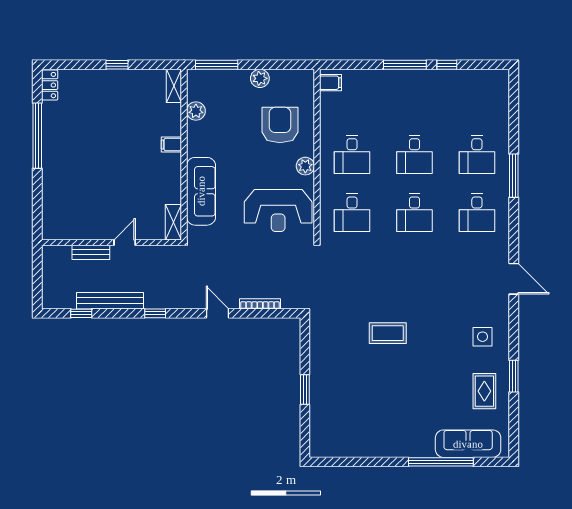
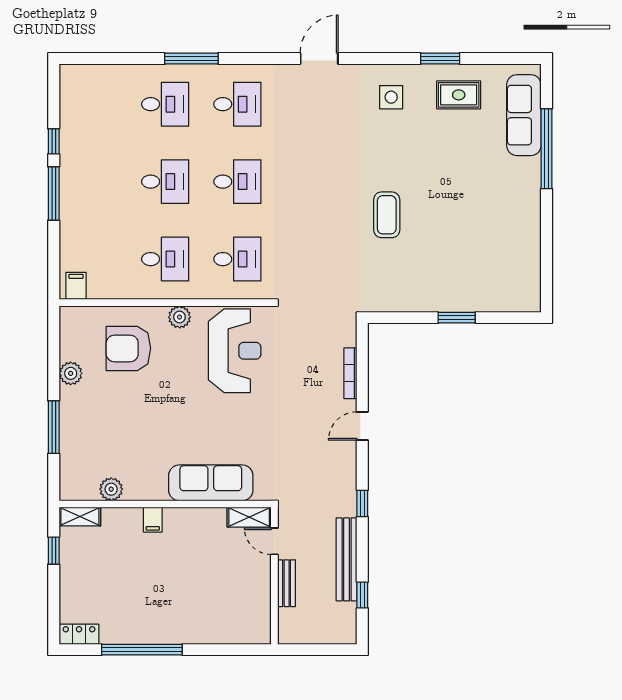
shelving: (174, 86) -> (80, 517), moved
plant: (196, 111) -> (111, 489), moved
filing cabinet: (171, 145) -> (153, 520), moved
wall: (184, 155) -> (165, 504), moved
sofa: (201, 191) -> (211, 483), moved
shelving: (173, 222) -> (249, 517), moved

